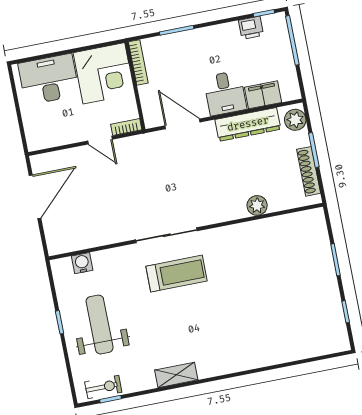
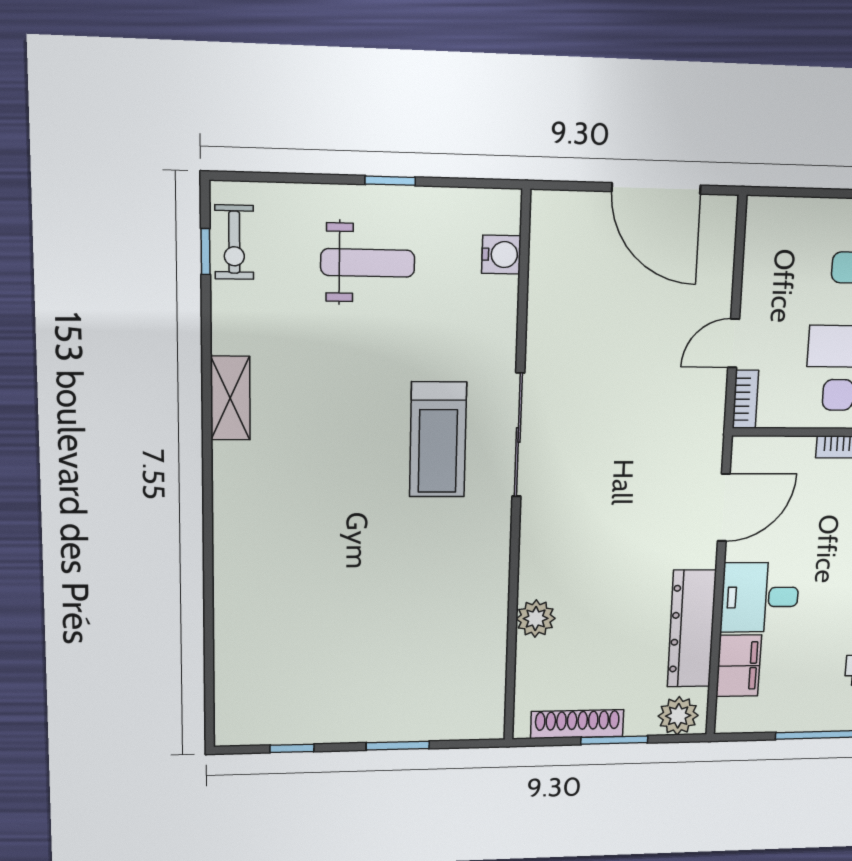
weight bench: (100, 325) -> (368, 263), width x0.73, depth x0.75

